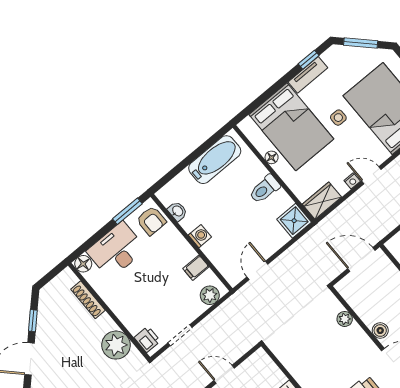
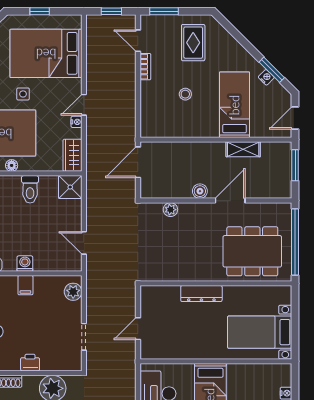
filing cabinet: (196, 268) -> (25, 285), moved
printer: (147, 339) -> (30, 363), moved

